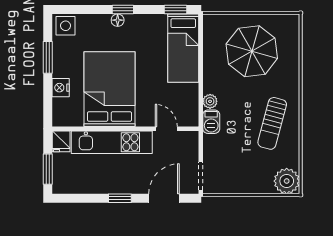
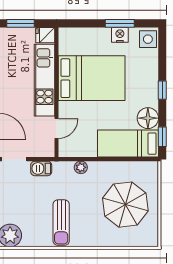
floor lamp: (118, 20) -> (148, 118), moved, width x1.89, depth x1.89
nightstand: (61, 88) -> (120, 35), moved
barbecue: (211, 122) -> (41, 168), moved
sun lounger: (272, 123) -> (61, 223), turned -105

